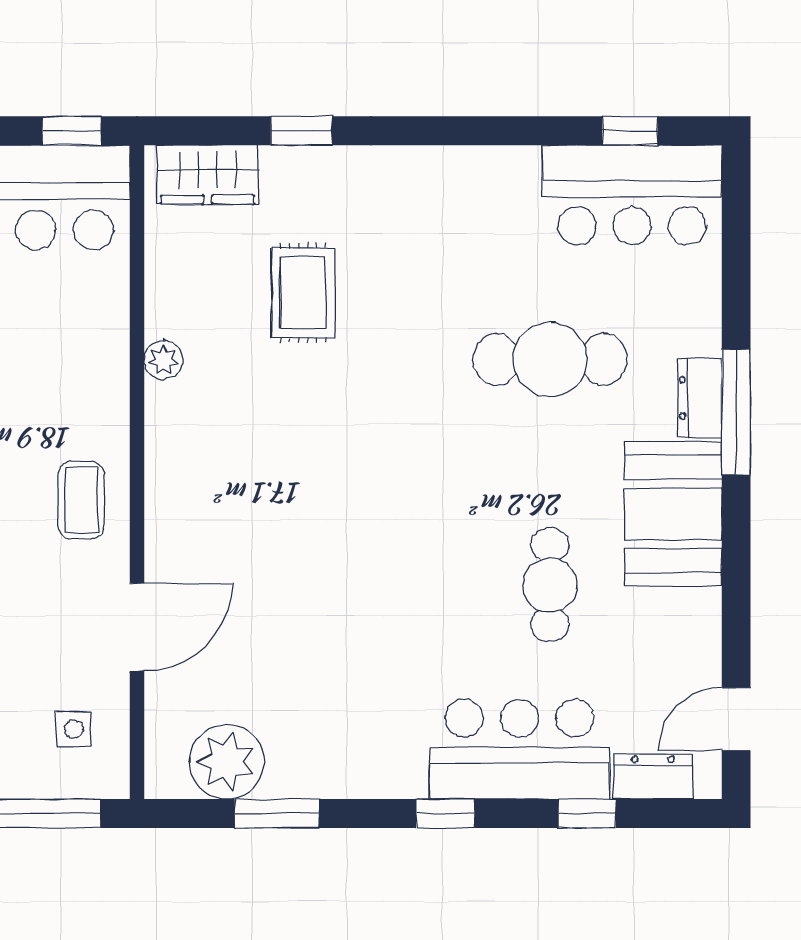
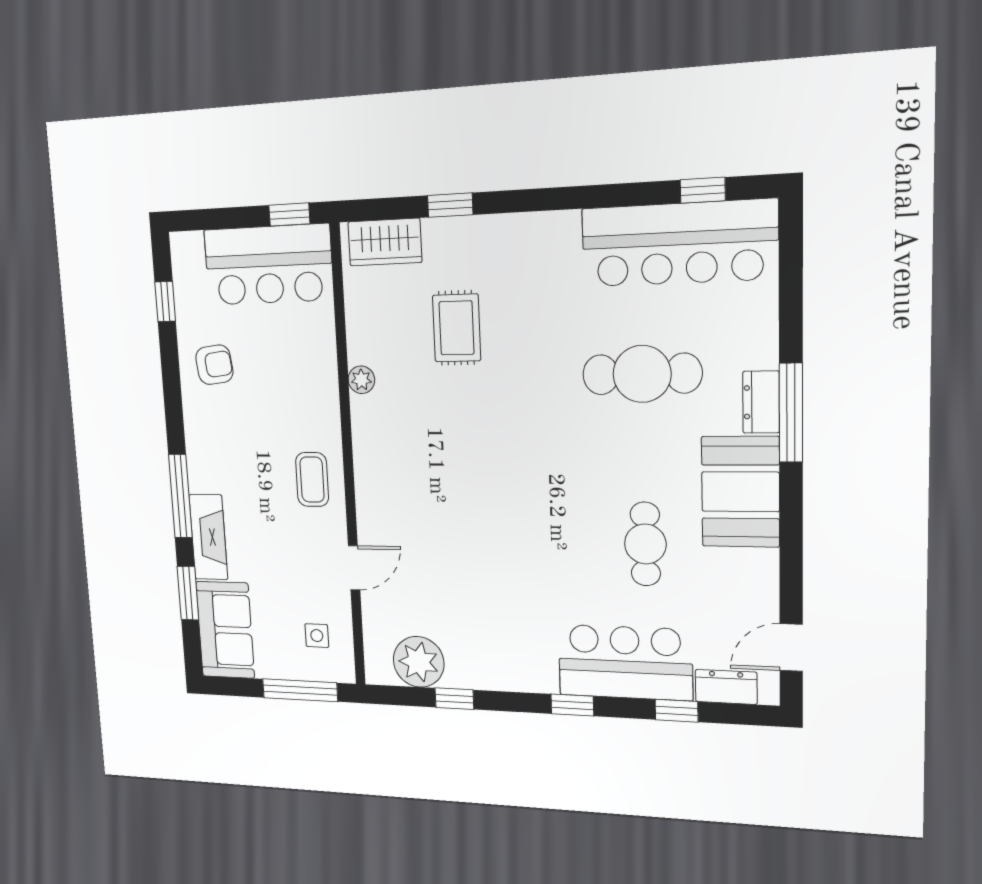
bar counter: (632, 195) -> (679, 243), width x1.36
door: (137, 627) -> (354, 568), width x0.73
window: (277, 813) -> (454, 699), width x0.67

